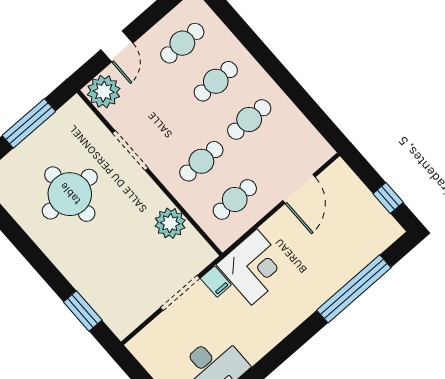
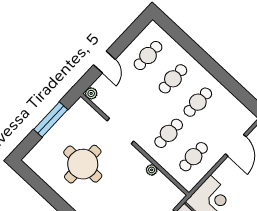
plant: (104, 92) -> (91, 93), width x0.53, depth x0.53
plant: (170, 223) -> (152, 170), width x0.53, depth x0.53

